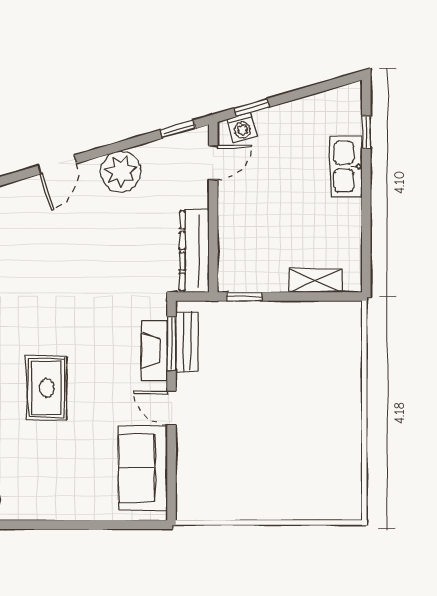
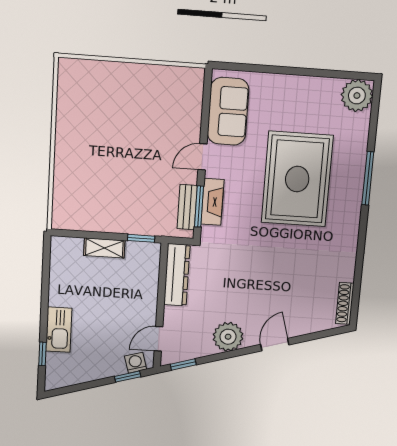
shelving: (316, 281) -> (104, 248), moved
rug: (47, 388) -> (297, 179), width x1.86, depth x2.06
door: (172, 408) -> (202, 157), swing flipped

